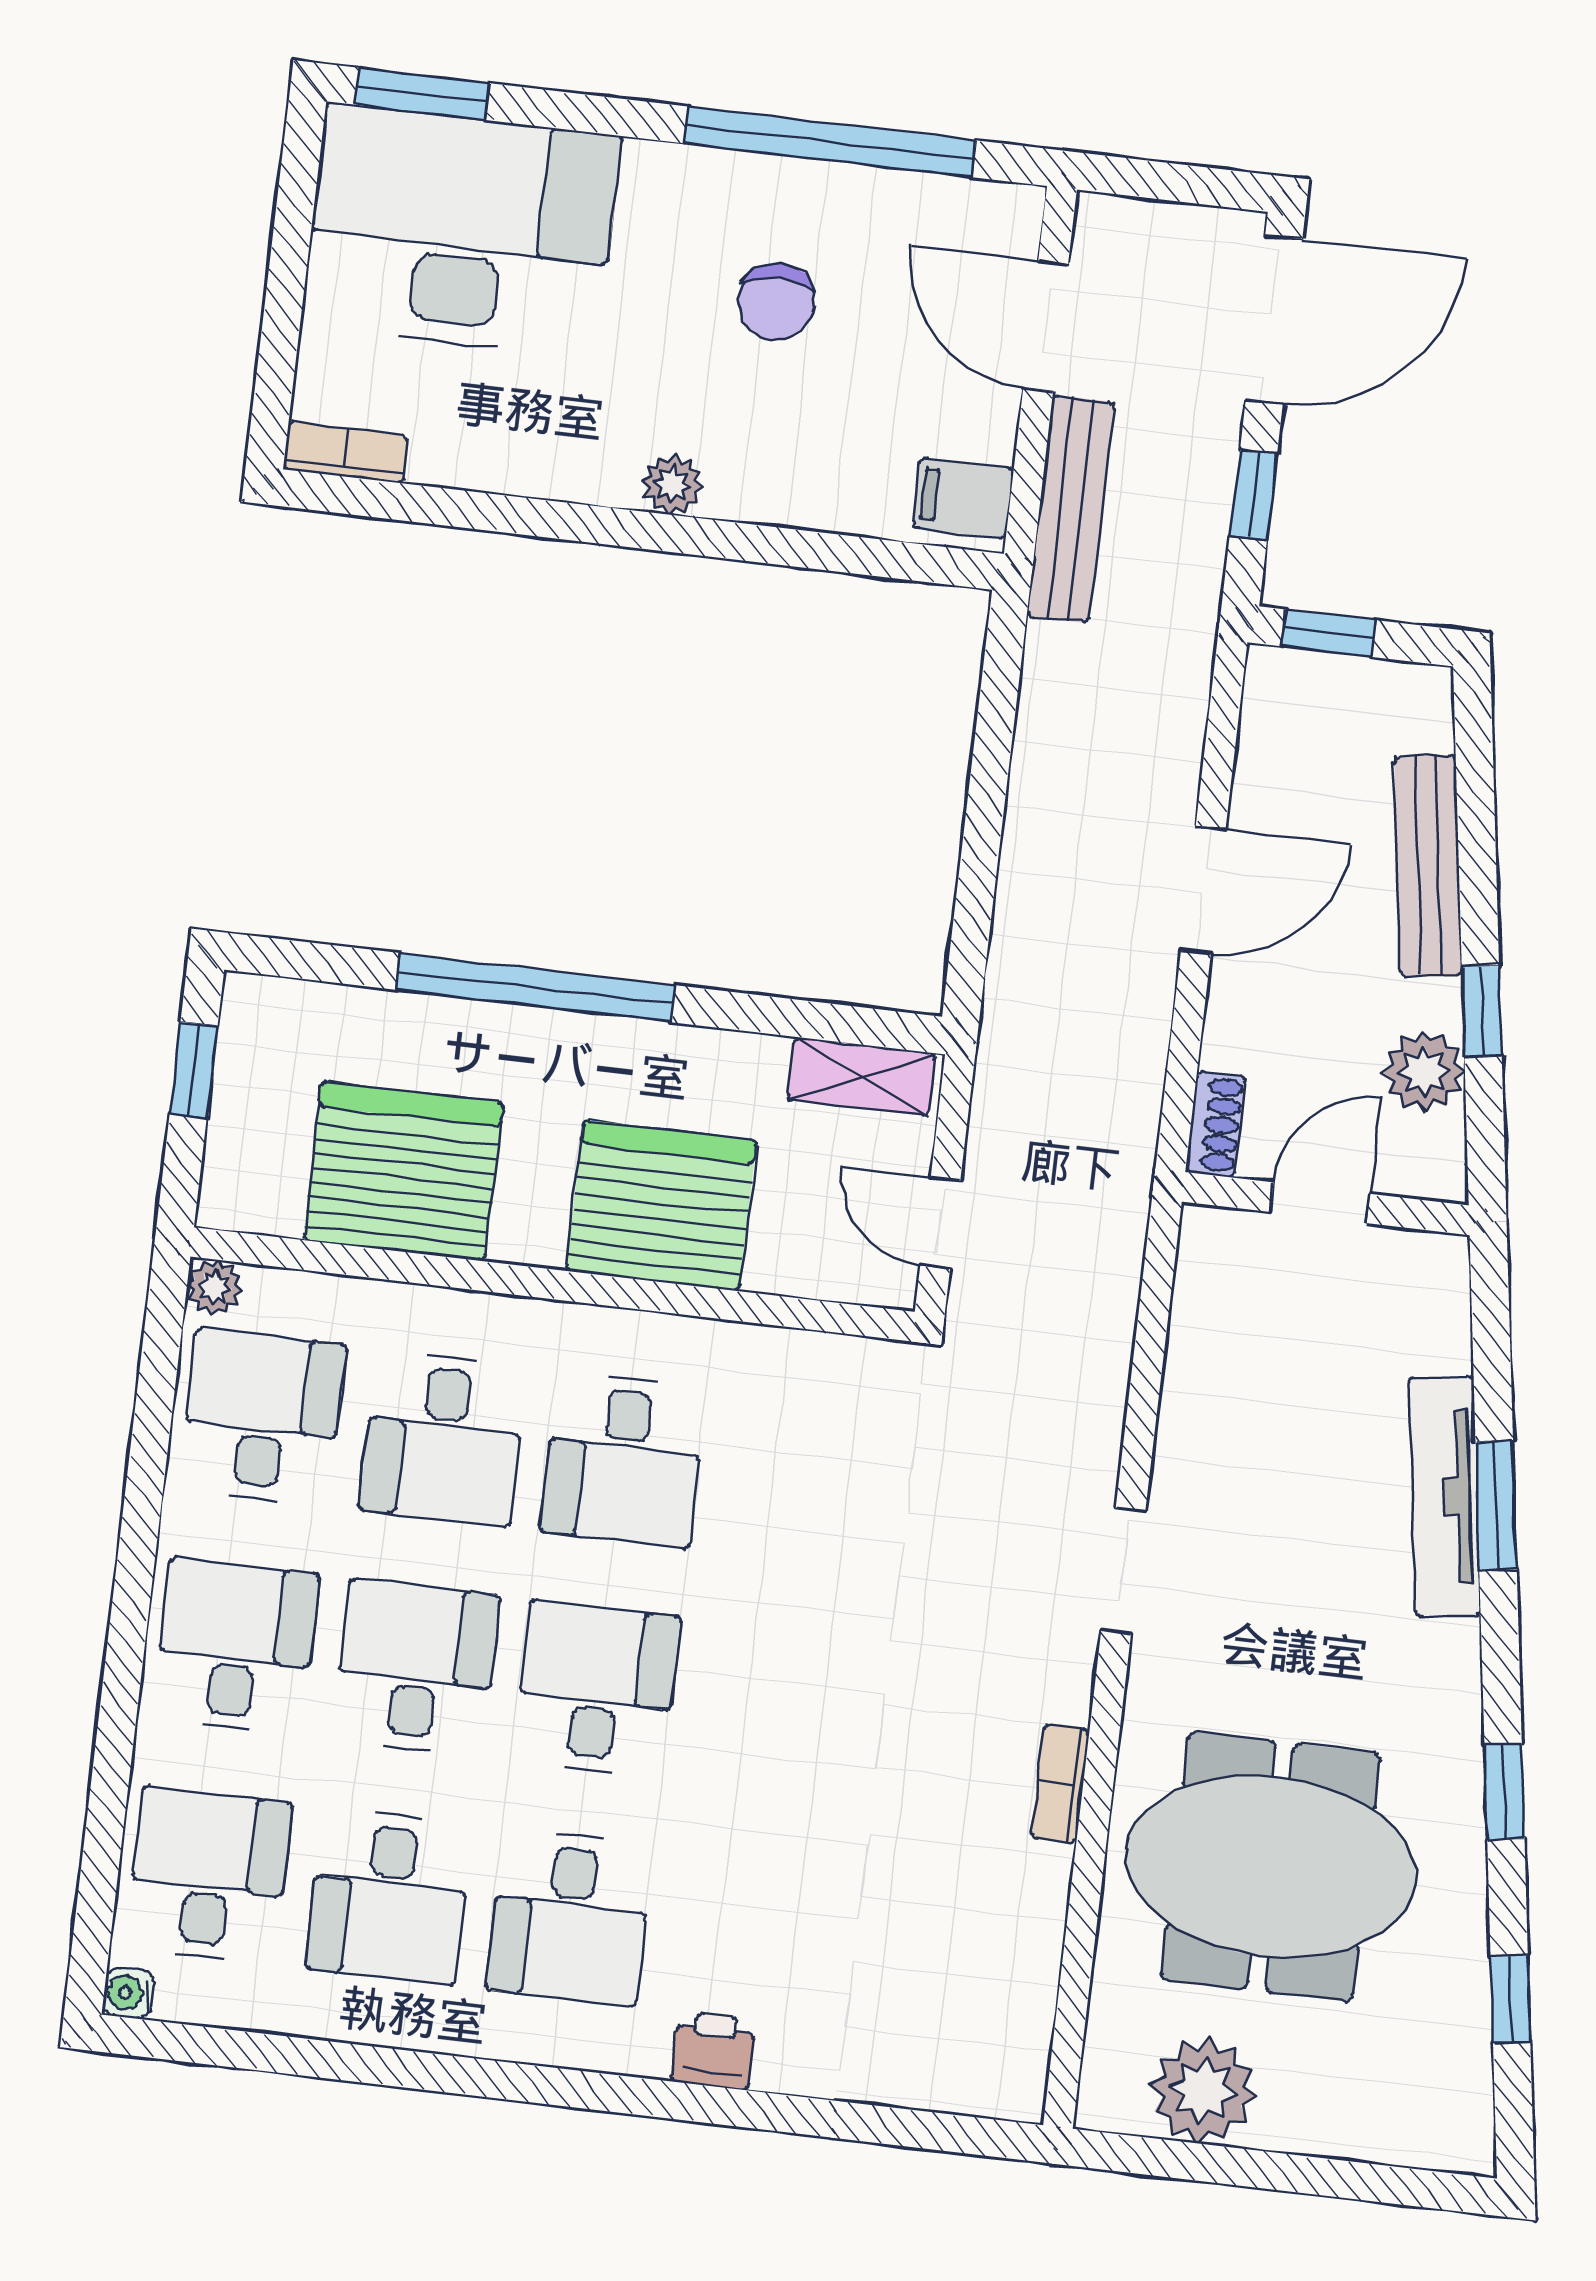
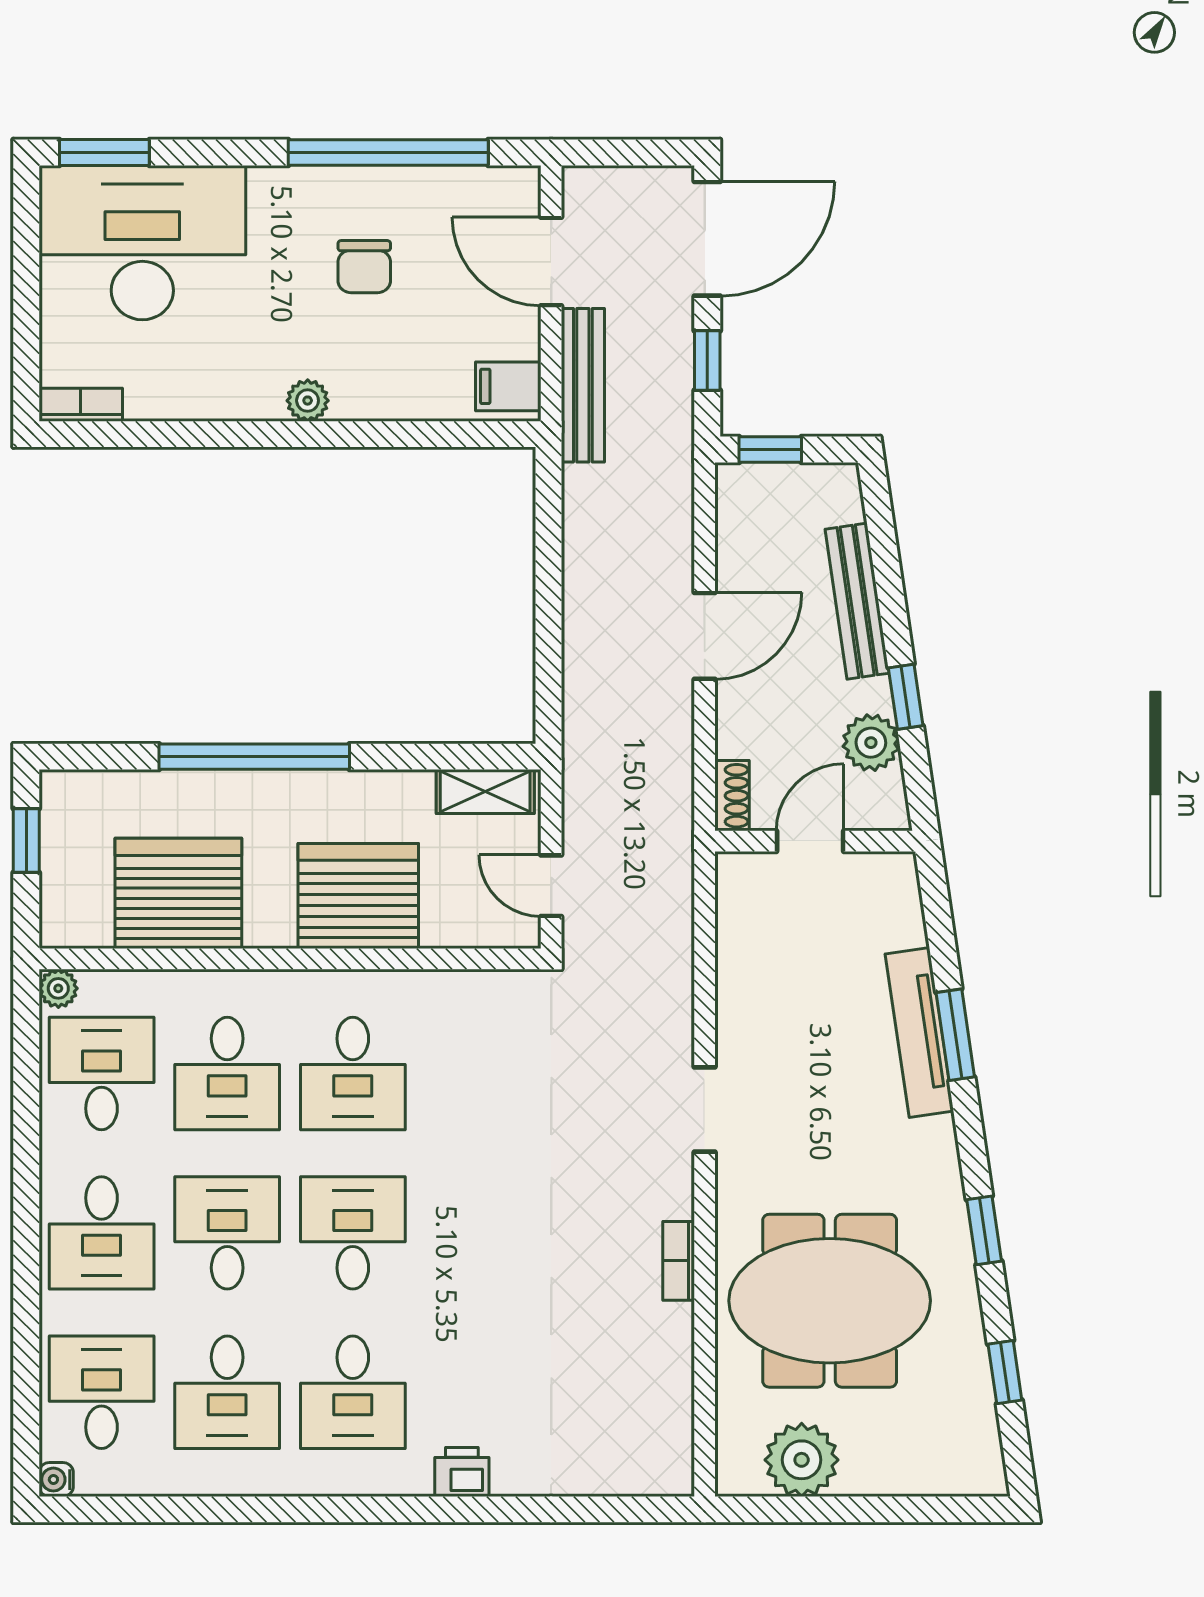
desk: (236, 1646) -> (102, 1233), turned 180

